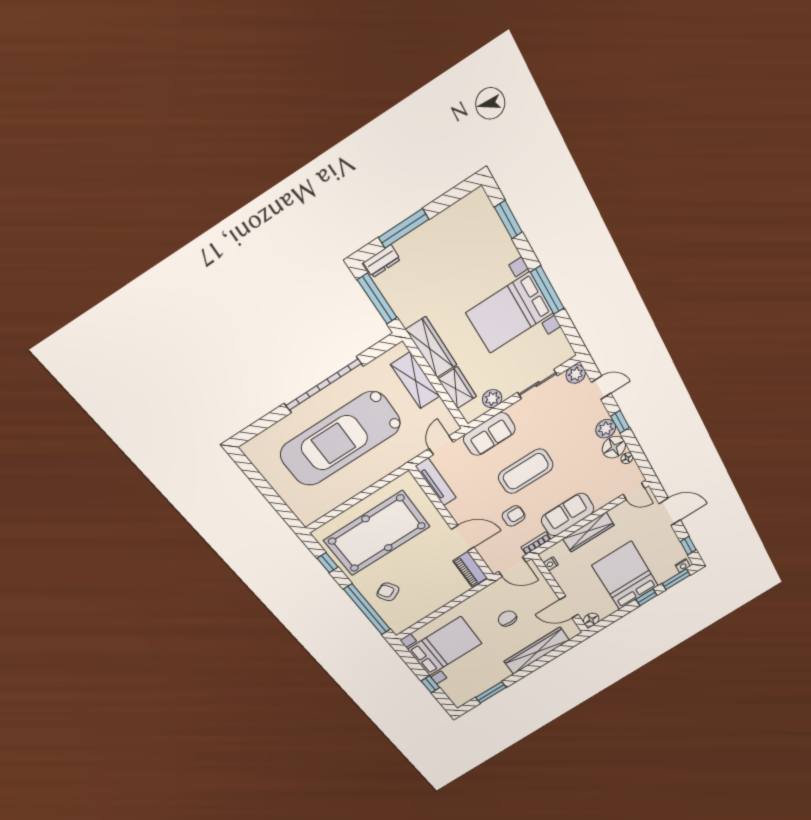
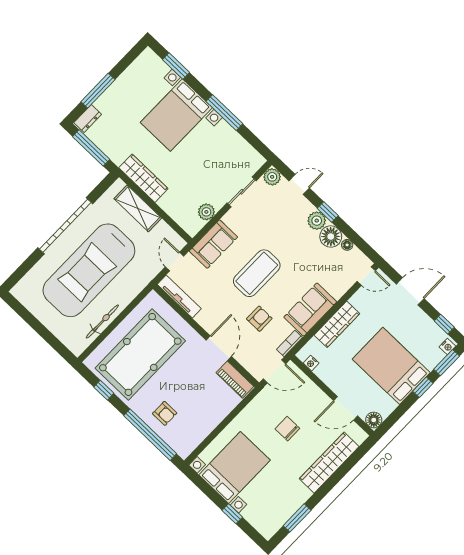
bed with nightstands: (510, 313) -> (176, 115), moved
wardrobe: (457, 388) -> (174, 208), removed
bicycle: (343, 495) -> (102, 322), added
door: (463, 538) -> (219, 348), hinge flipped
armchair: (388, 592) -> (165, 413), turned -151

